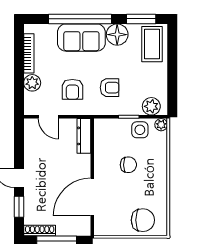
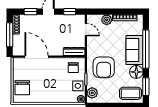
armchair: (110, 88) -> (104, 67), width x1.88, depth x1.88
armchair: (72, 89) -> (103, 44), removed
door: (48, 117) -> (86, 30), swing flipped
window: (19, 143) -> (70, 12), added
chair: (128, 165) -> (73, 68), moved

